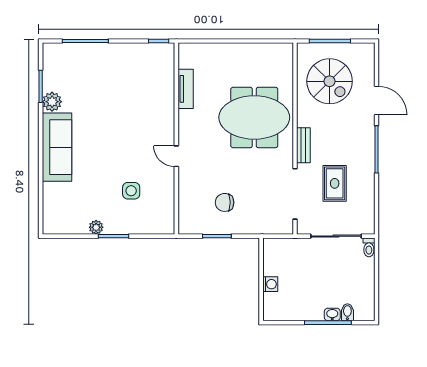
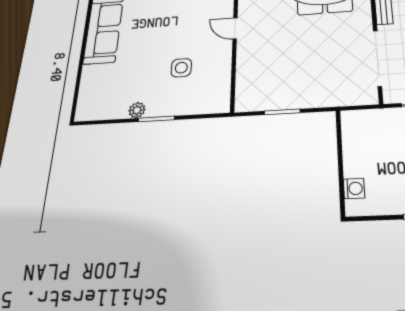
chair: (225, 202) -> (291, 73), removed
washing machine: (270, 284) -> (354, 188), moved

